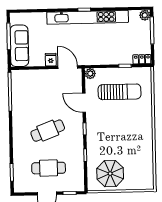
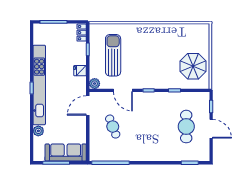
plant: (145, 15) -> (38, 131), moved
fridge: (51, 60) -> (80, 71), moved
door: (84, 103) -> (123, 90), hinge flipped
cafe table: (48, 131) -> (113, 127), moved, width x0.73, depth x0.74

